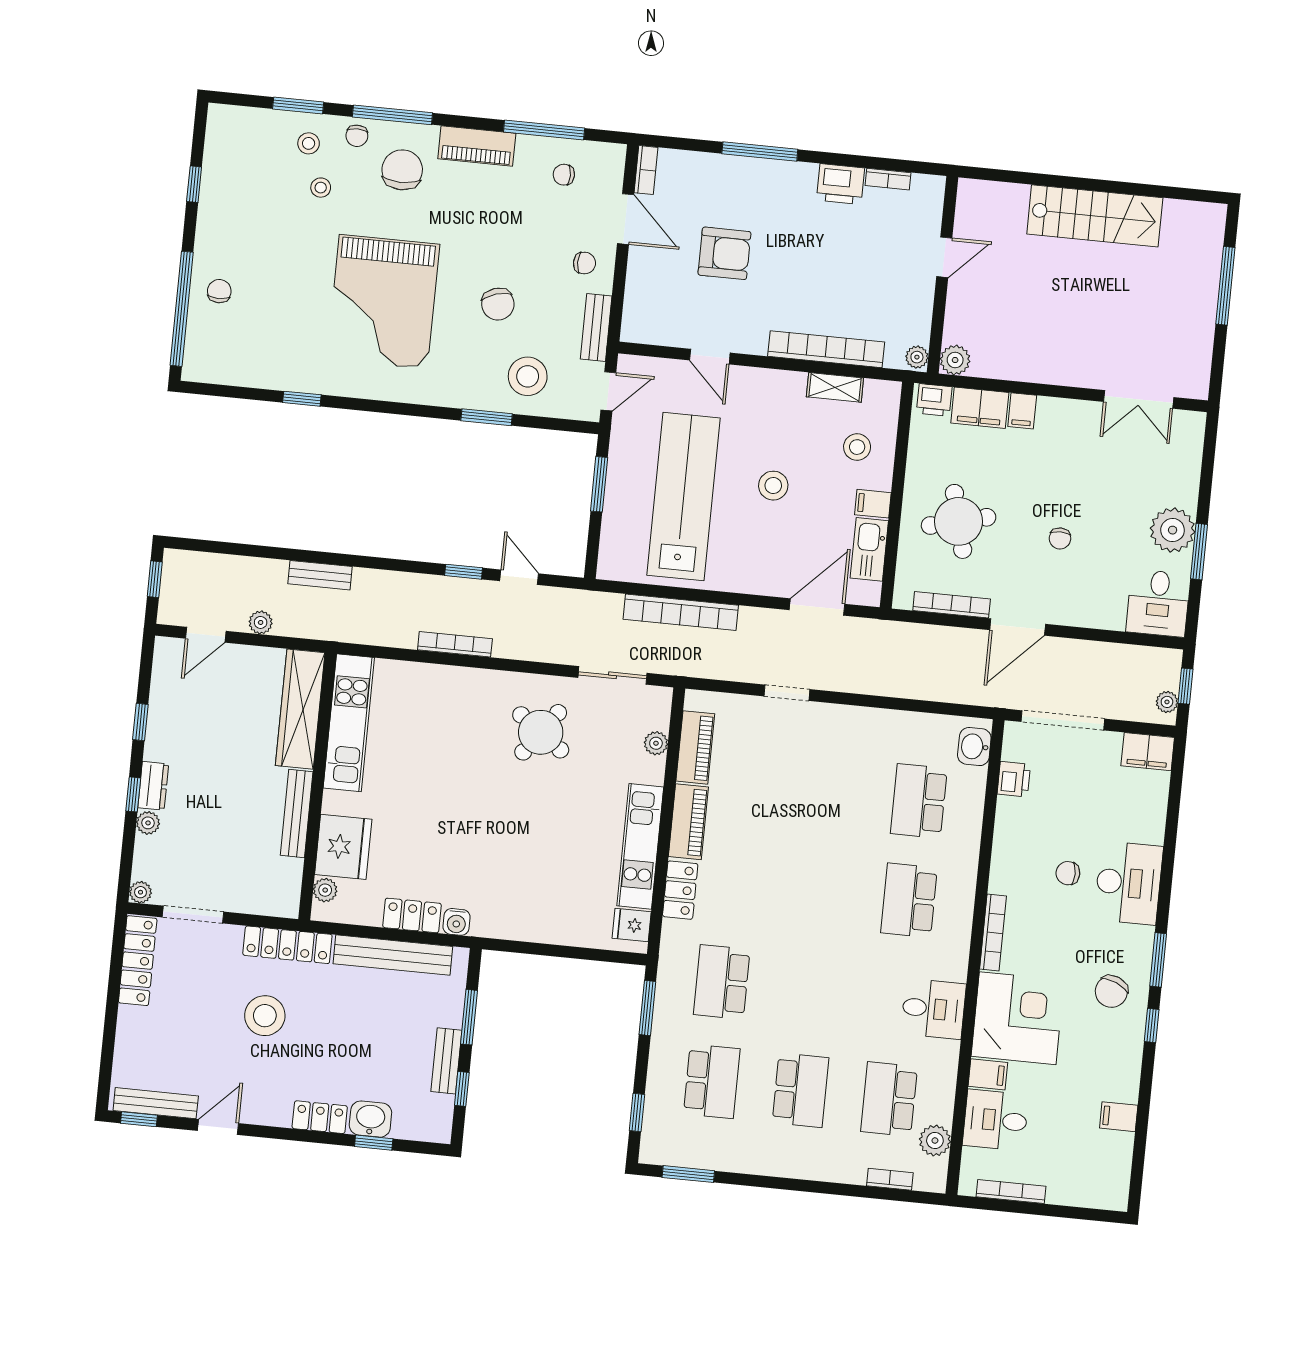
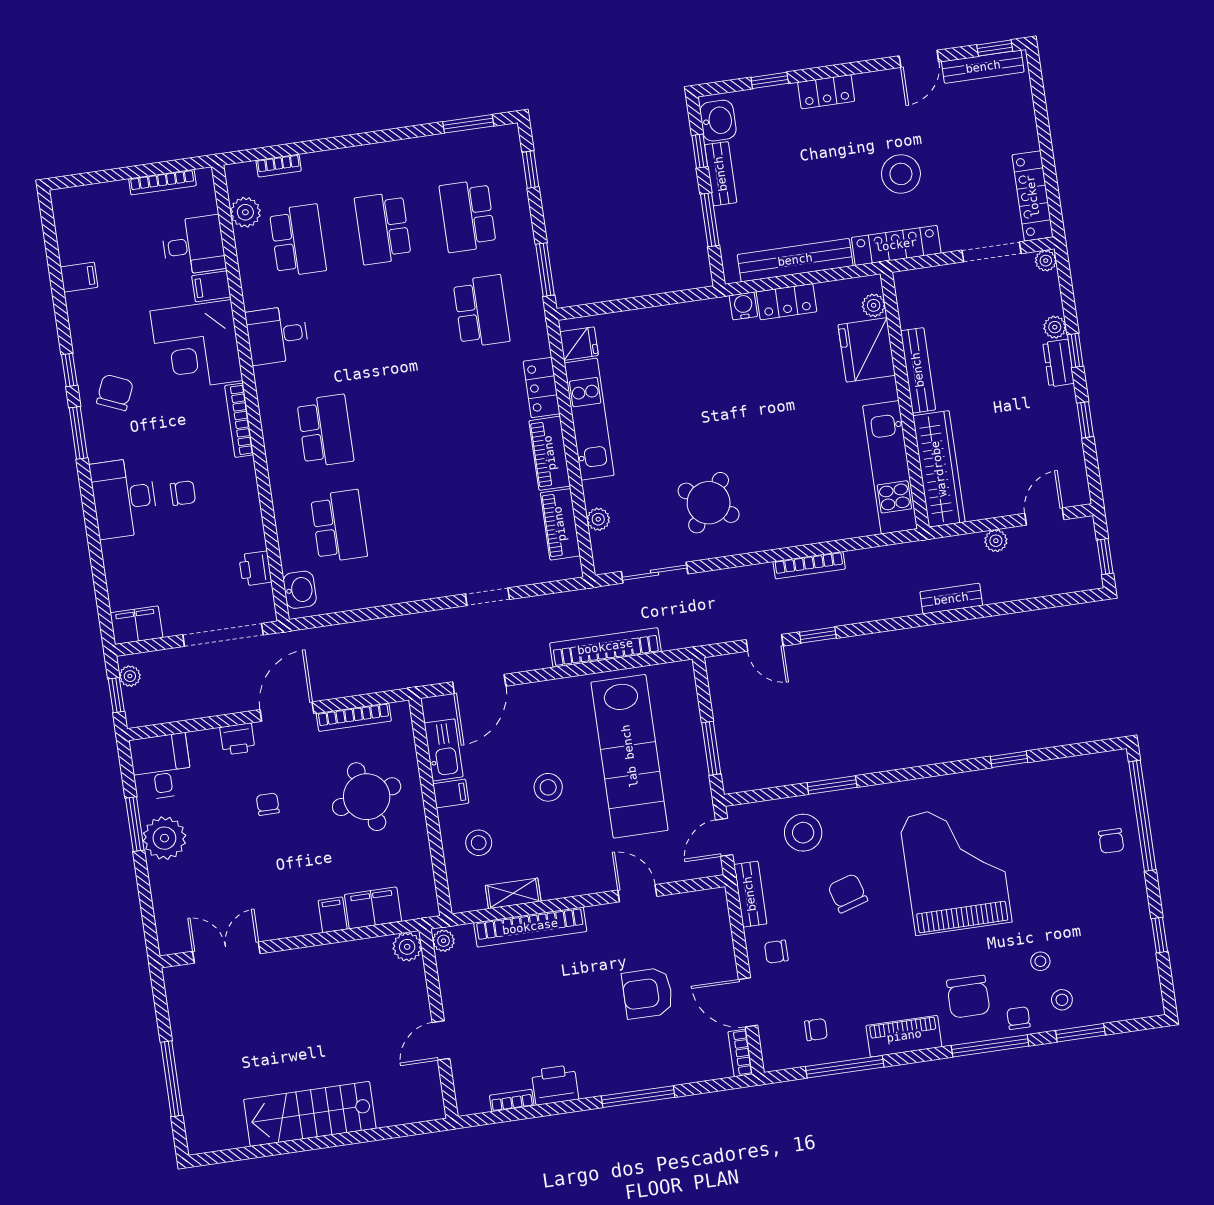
printer: (934, 400) -> (237, 739), moved, turned 180
washbasin: (370, 1119) -> (718, 121), moved, turned -90

